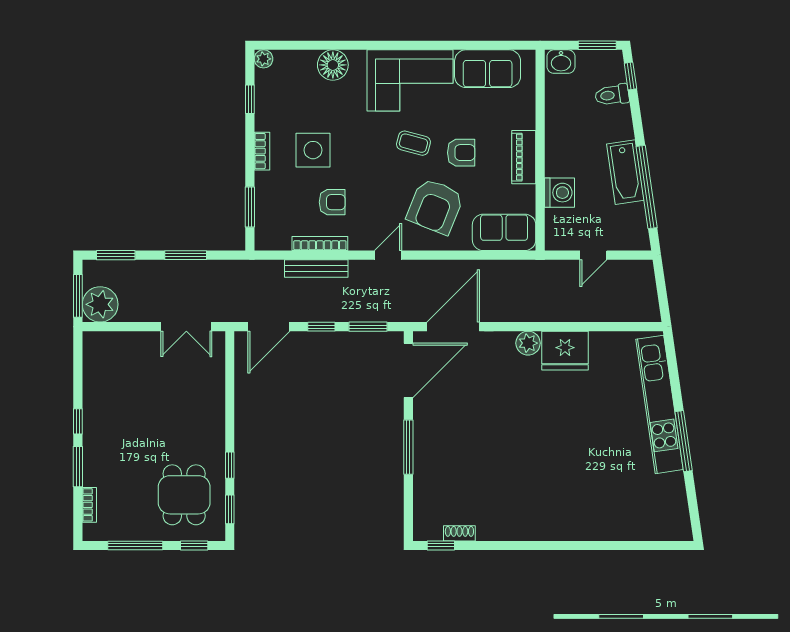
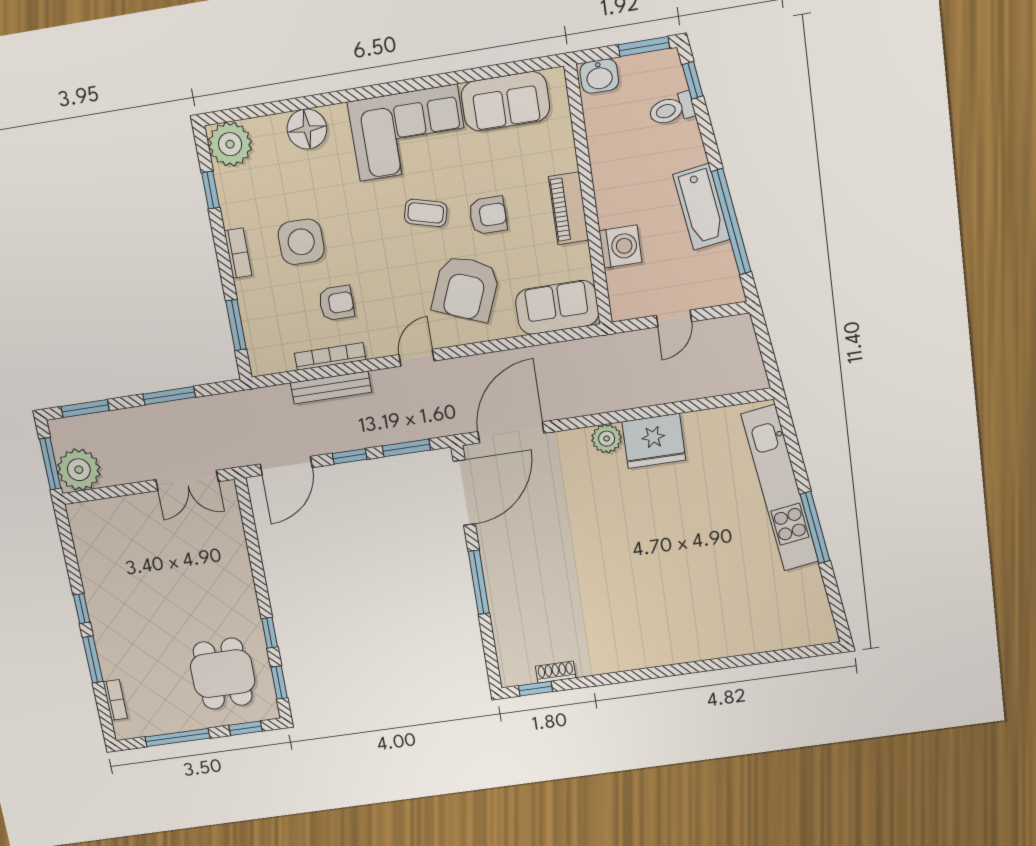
plant: (264, 59) -> (230, 144), width x1.87, depth x1.87

